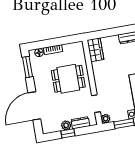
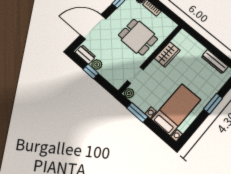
wardrobe: (95, 50) -> (167, 54), moved
dresser: (80, 123) -> (85, 54), moved

